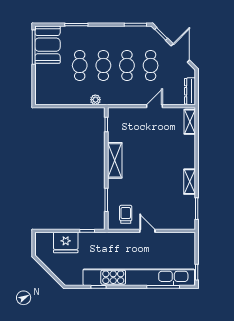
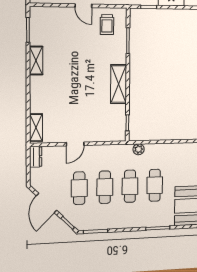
dresser: (190, 91) -> (36, 157), width x0.70

